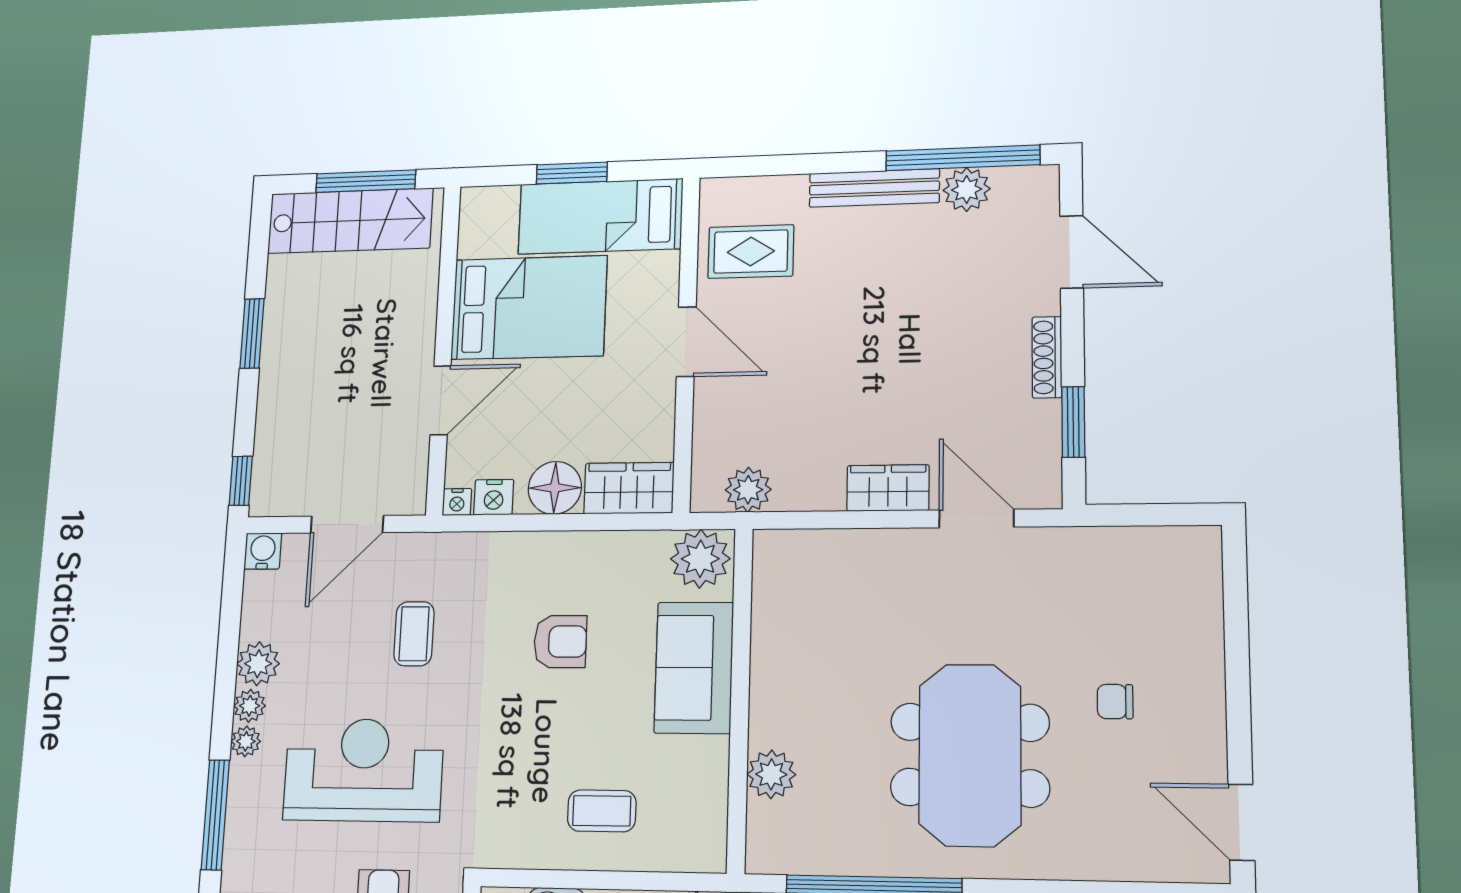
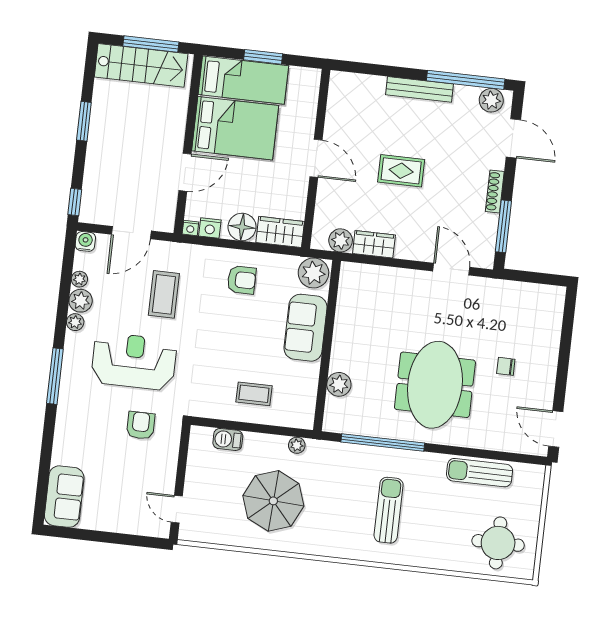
plant: (967, 189) -> (491, 100), moved
bed: (600, 216) -> (243, 80), moved, turned 180
rug: (751, 252) -> (401, 171), moved
window: (1073, 422) -> (503, 226), width x1.44
wardrobe: (888, 488) -> (374, 244), moved
coffee table: (414, 634) -> (164, 294), width x1.36, depth x1.30
armchair: (560, 642) -> (242, 280), moved
plant: (246, 741) -> (79, 279), moved

